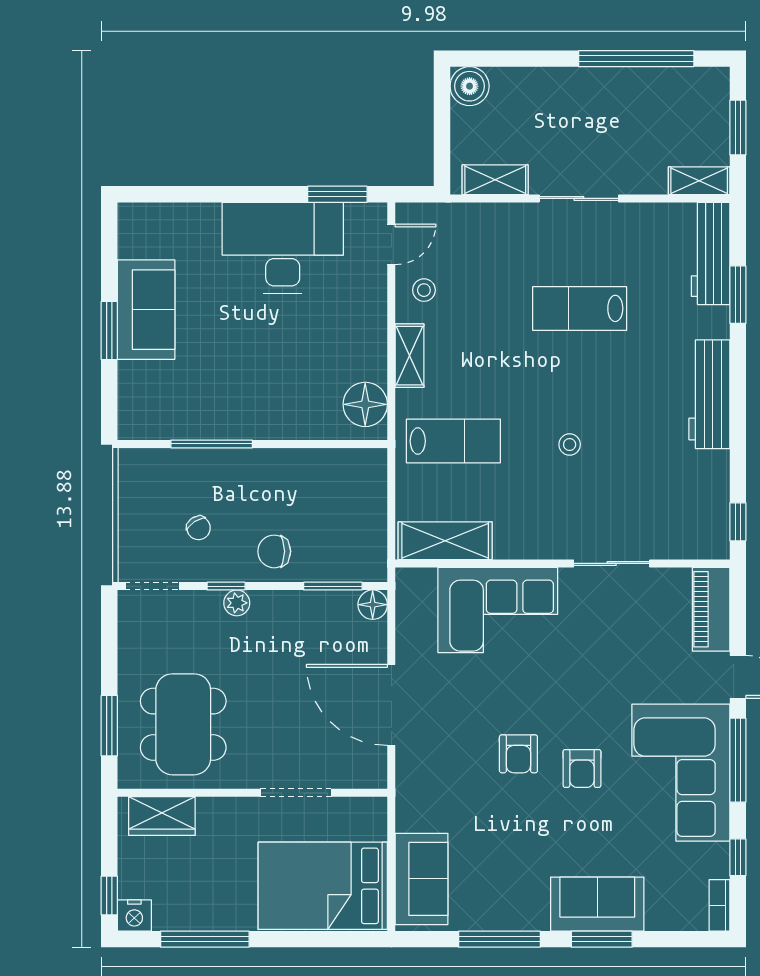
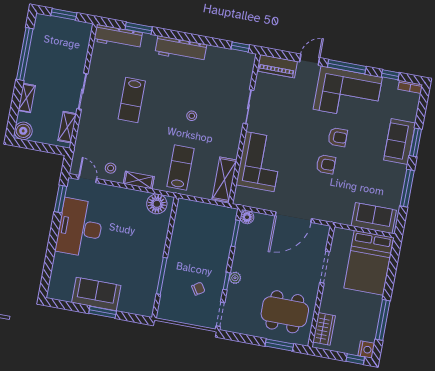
shelving: (699, 181) -> (27, 98), moved
chair: (274, 551) -> (215, 257), removed

